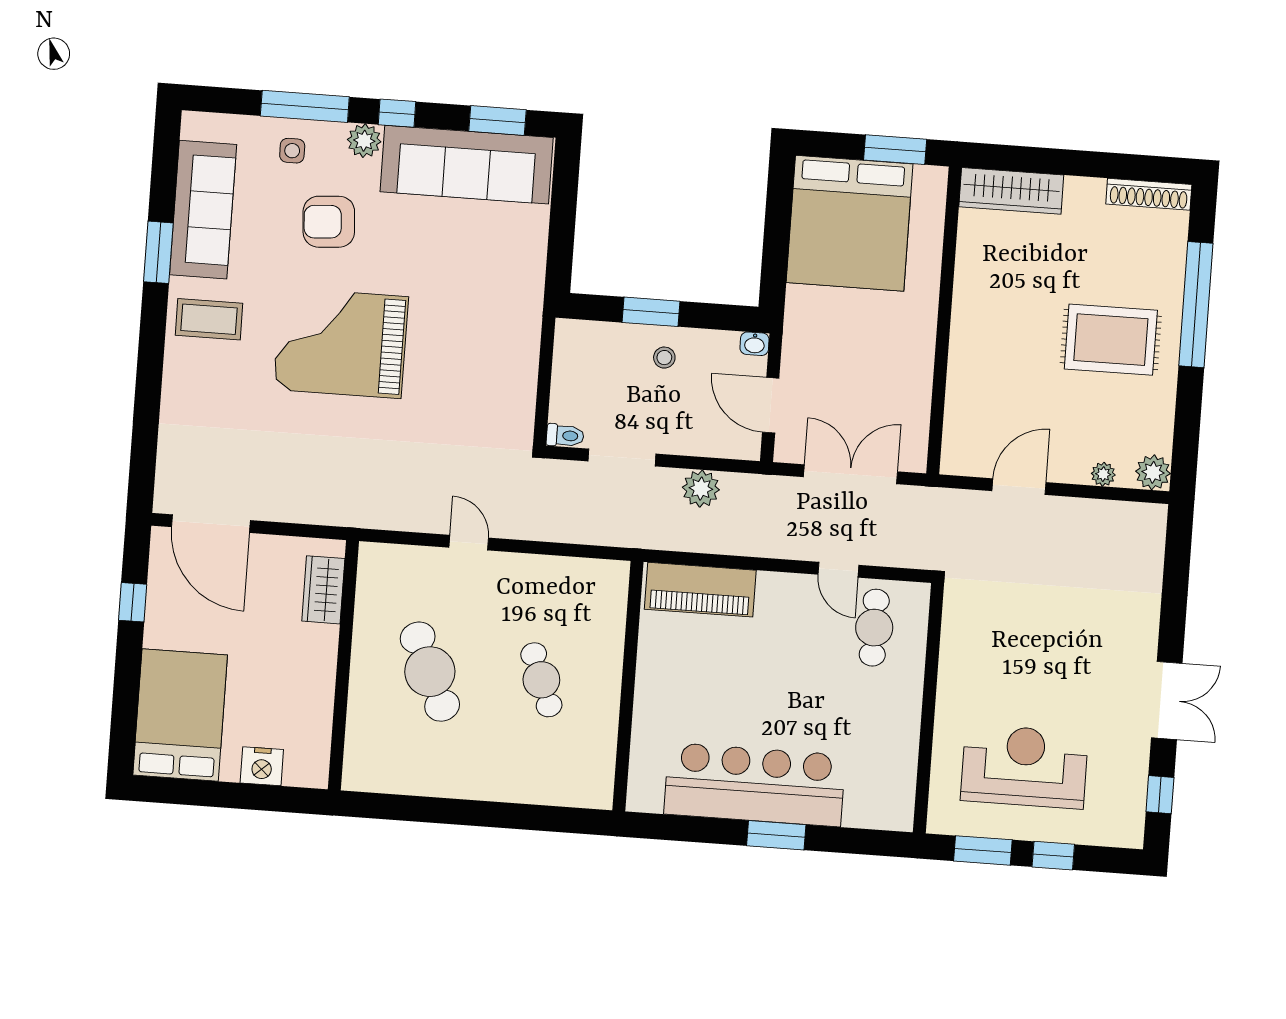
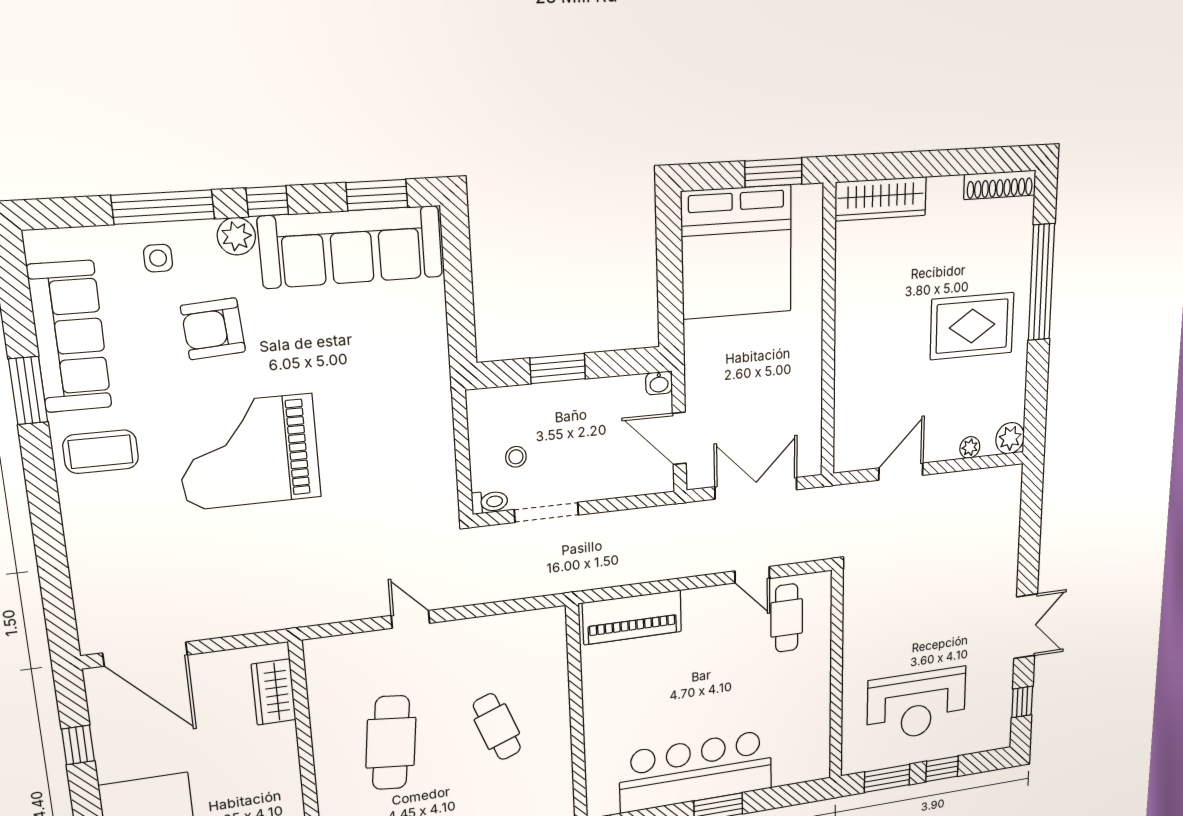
stool: (664, 358) -> (516, 457), moved
plant: (701, 489) -> (623, 527), removed
cafe table: (430, 672) -> (391, 743), turned 30
reception desk: (1024, 767) -> (916, 705), turned 180

